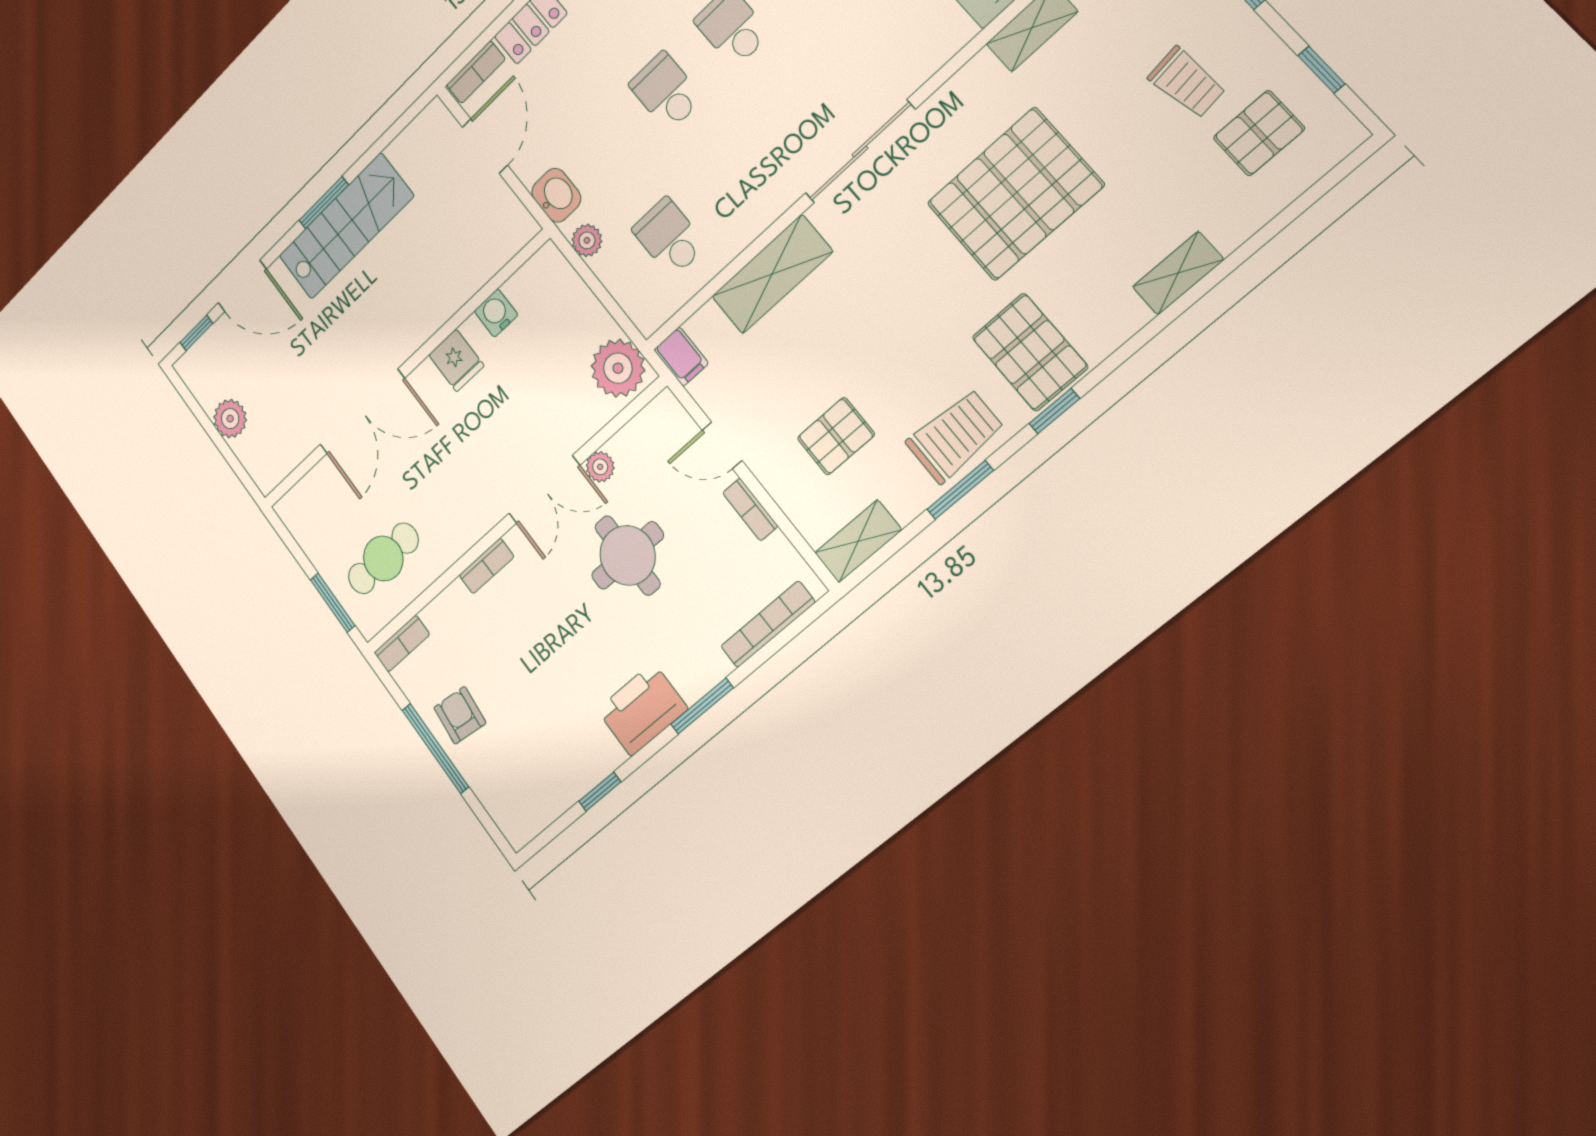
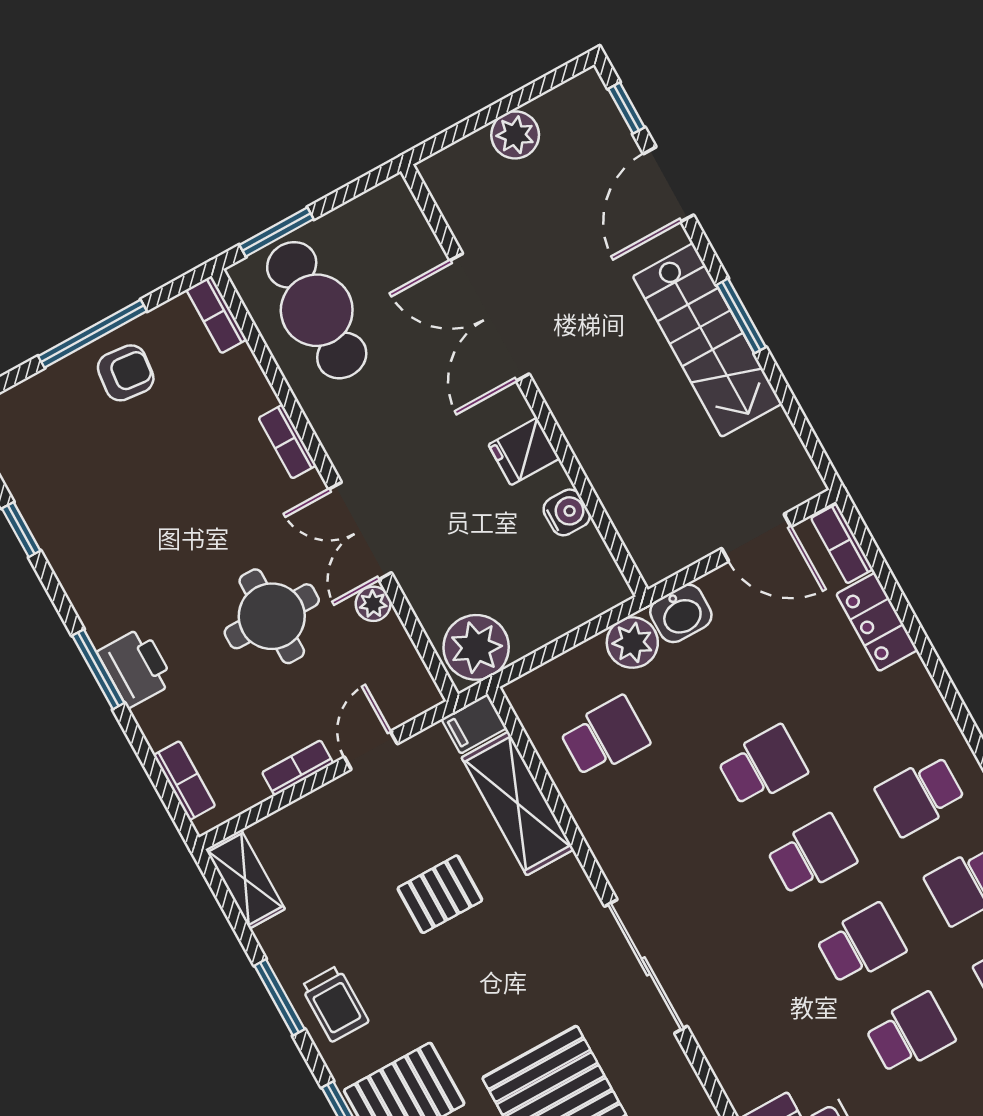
plant: (587, 240) -> (632, 643), width x1.38, depth x1.38
shelving: (772, 274) -> (518, 803), moved
pallet: (836, 436) -> (440, 894), moved, turned 90
trolley: (955, 436) -> (335, 1004), width x0.73, depth x0.72
cafe table: (383, 558) -> (317, 310), width x1.37, depth x1.35
bookcase: (768, 624) -> (184, 781), width x0.64
printer: (642, 709) -> (136, 667), moved, width x0.73, depth x0.84

